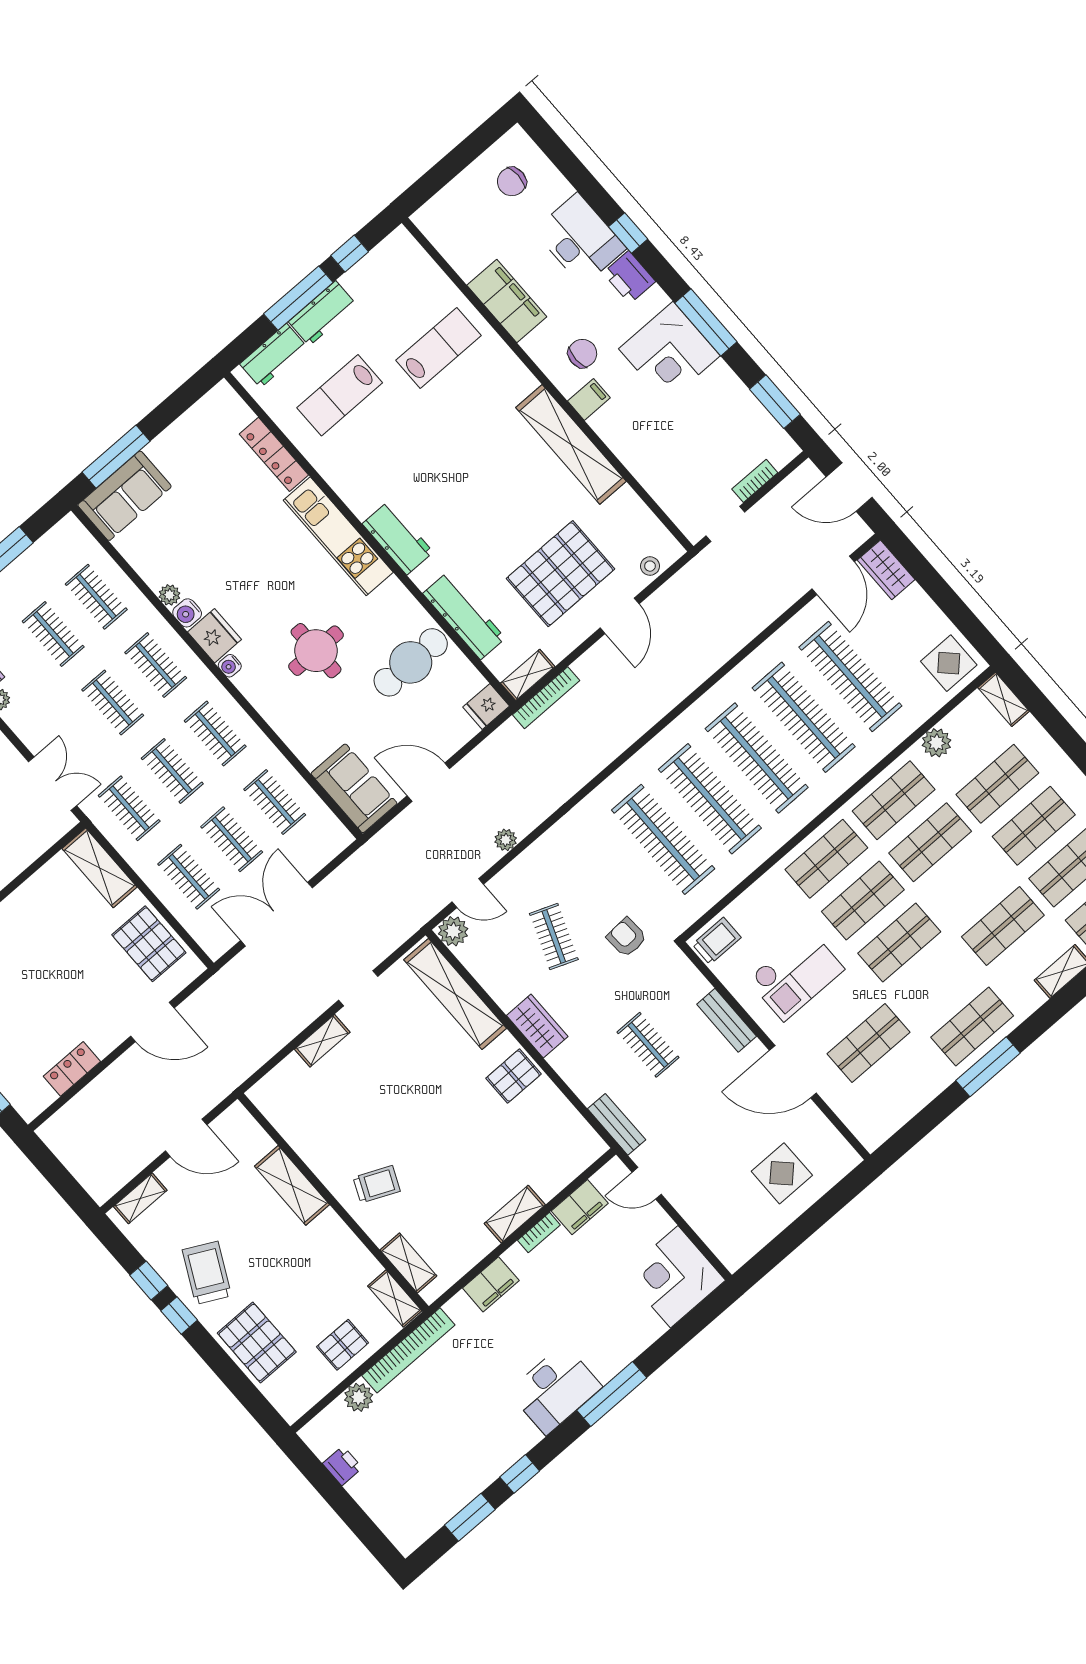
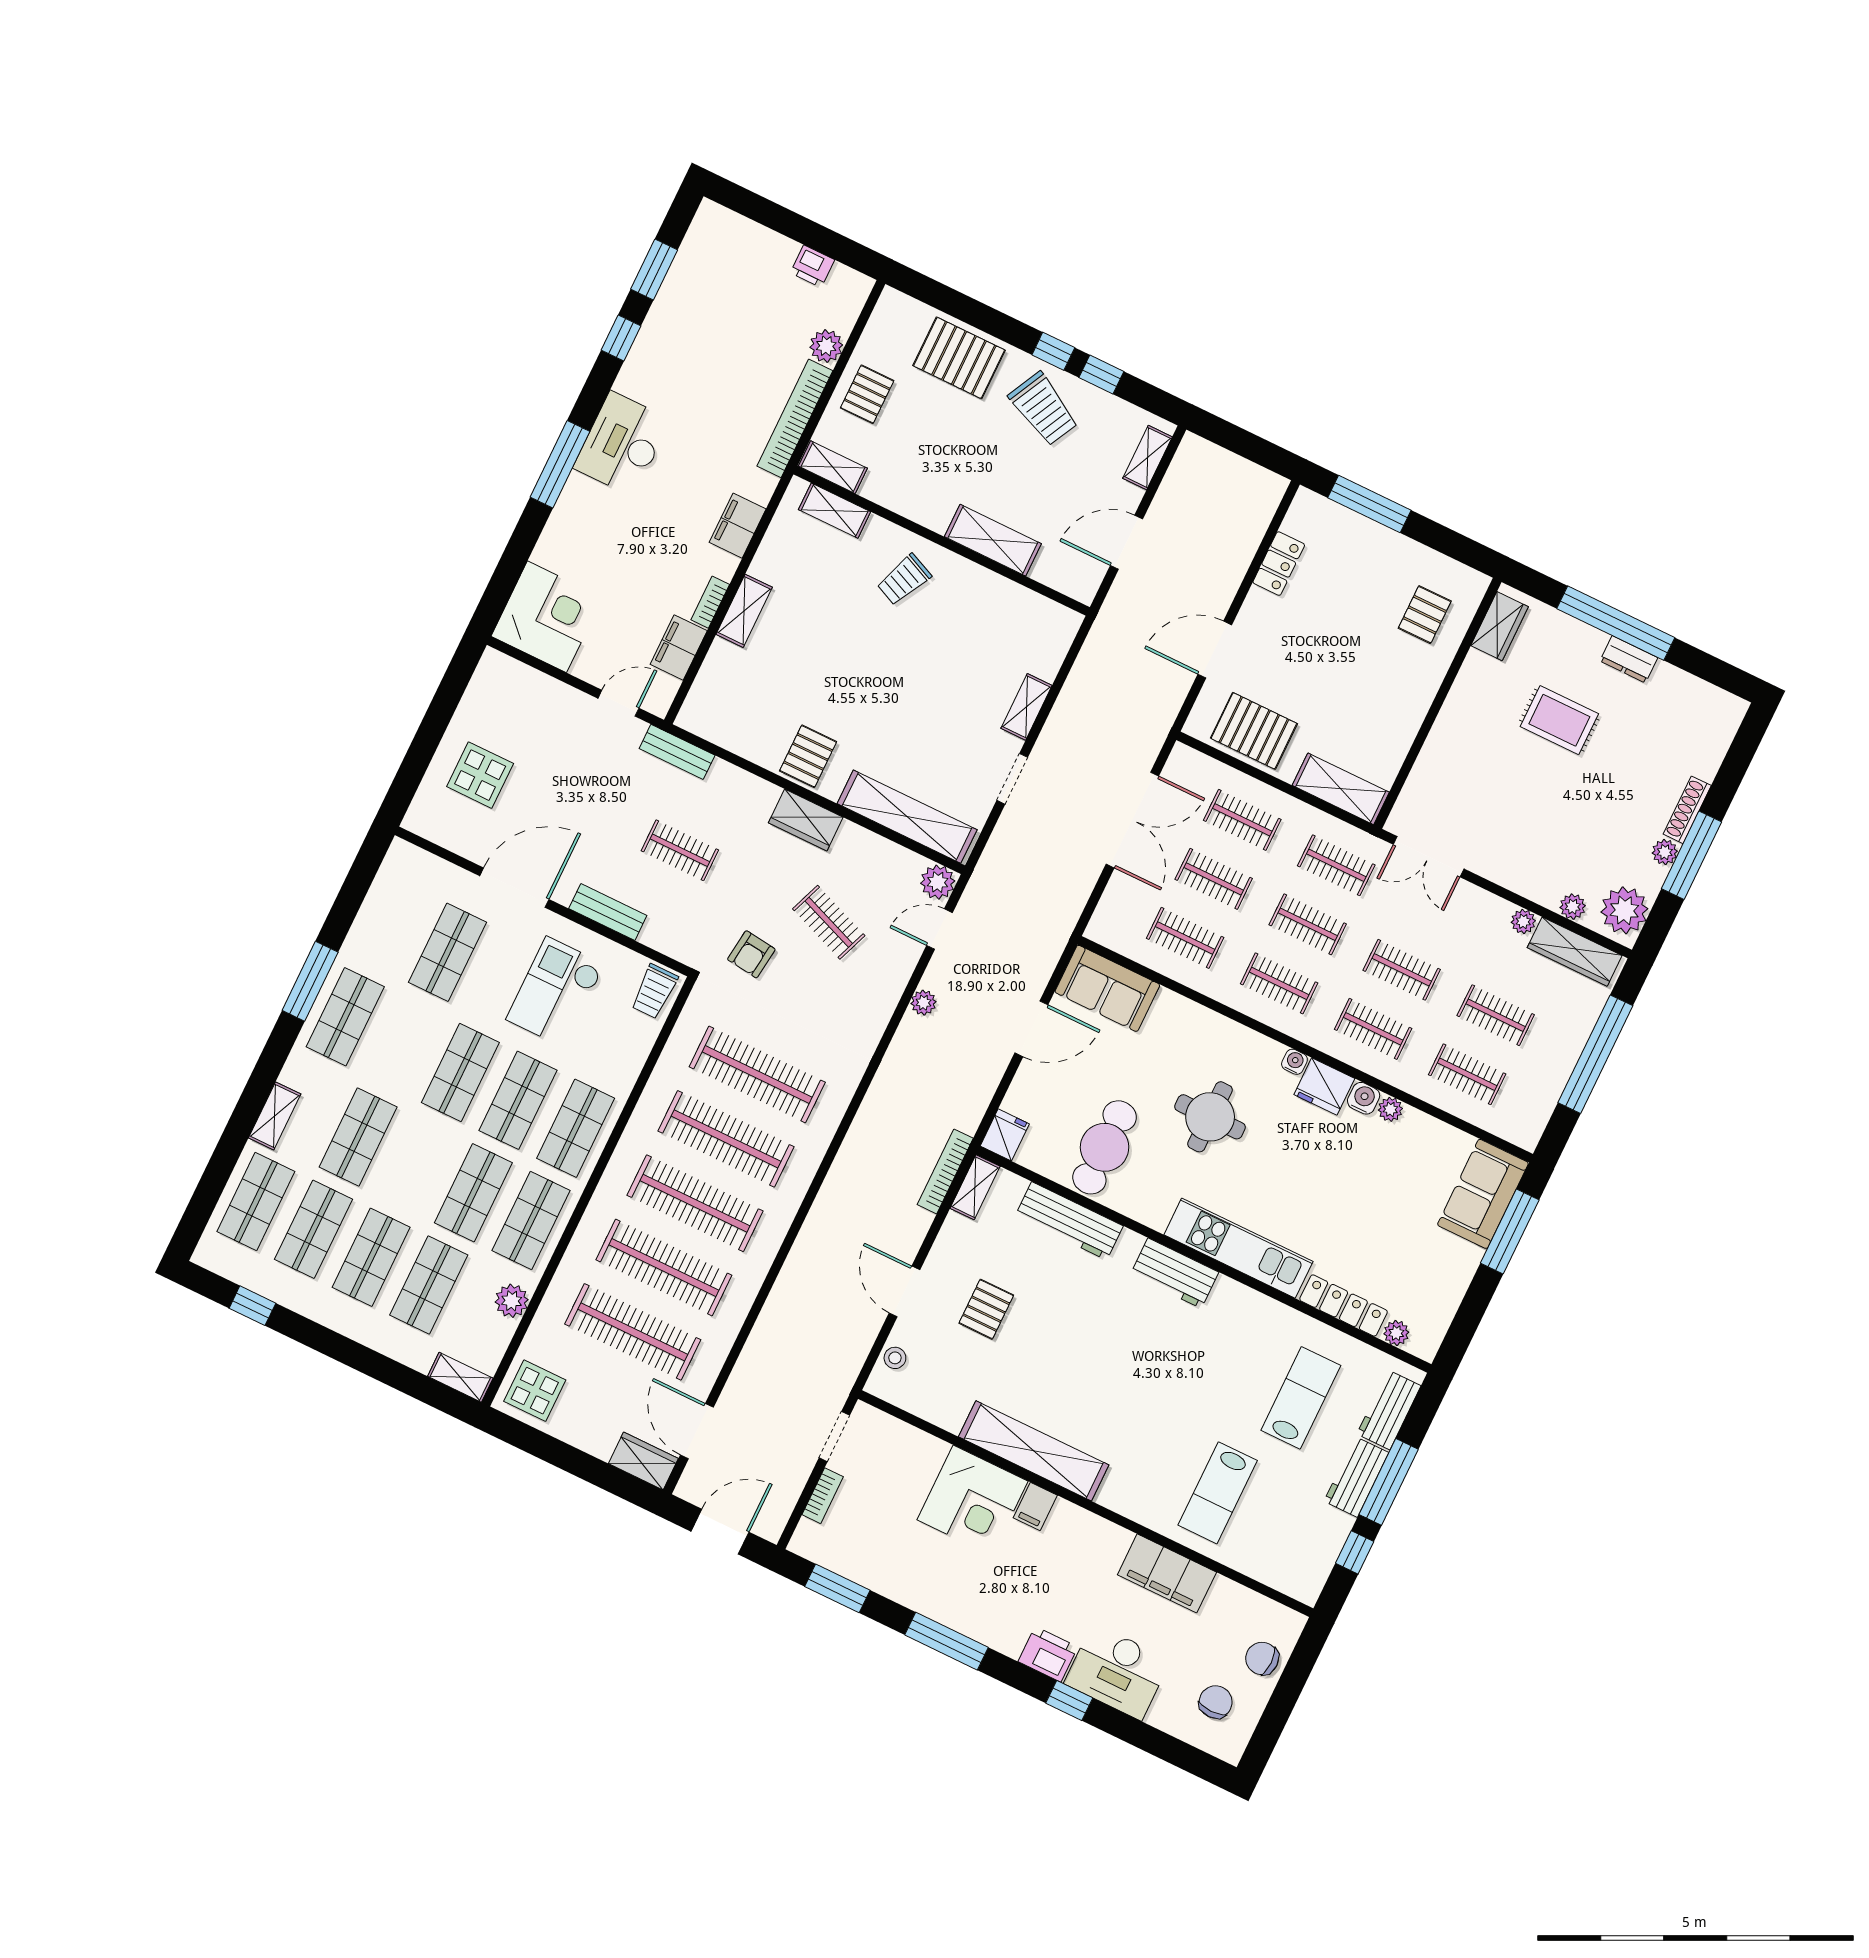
corner desk: (669, 352) -> (973, 1500), moved, turned 180
chair: (582, 353) -> (1262, 1658), moved, turned 90
plant: (241, 414) -> (1396, 1333), added
pallet: (560, 574) -> (986, 1309), width x0.49, depth x0.50
armchair: (627, 937) -> (751, 954), turned 100

